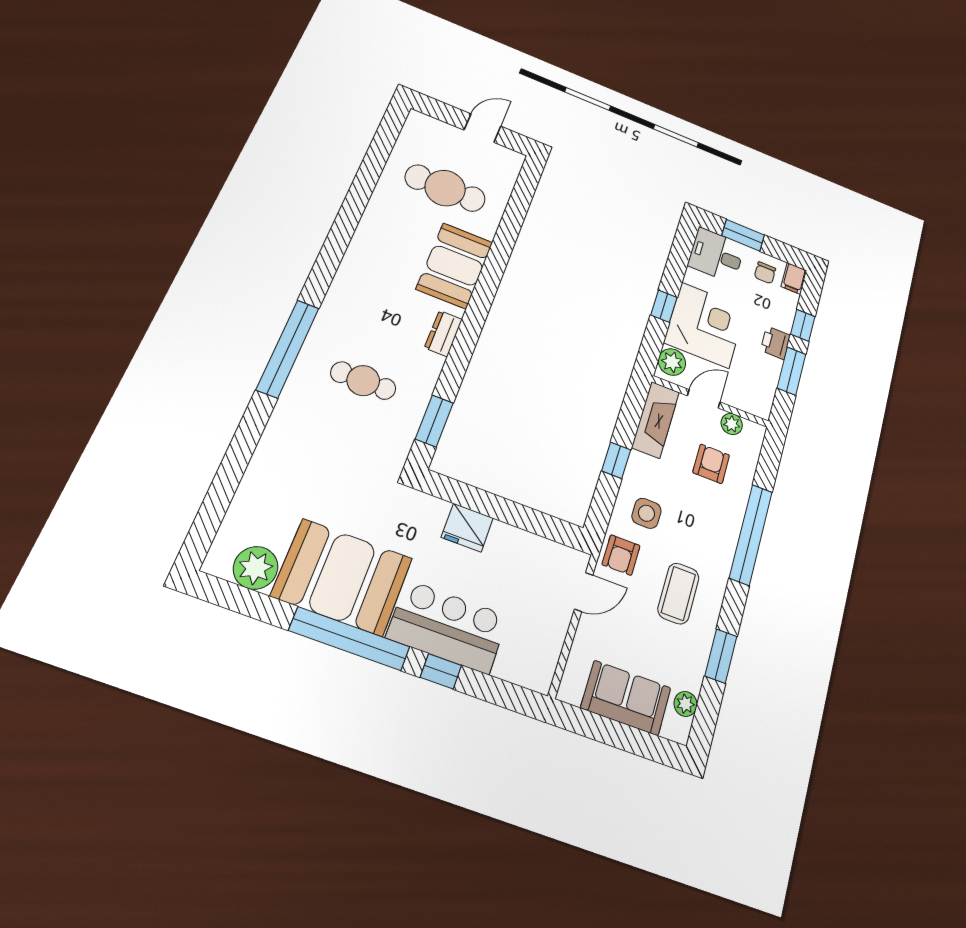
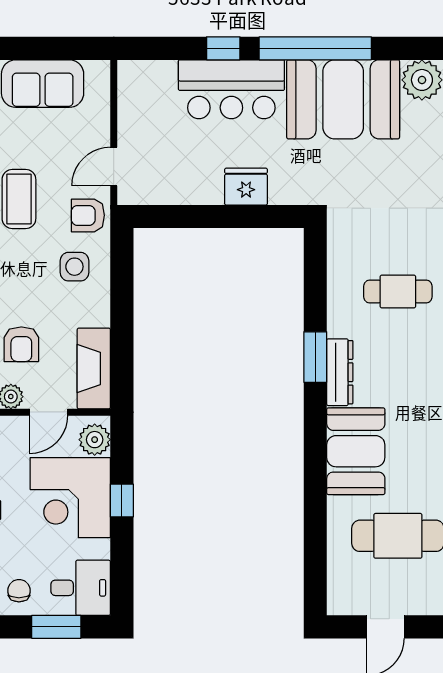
dresser: (443, 334) -> (340, 372), width x1.44
window: (434, 421) -> (315, 357), moved
window: (616, 460) -> (122, 309), removed
armchair: (621, 555) -> (88, 215), turned -90

